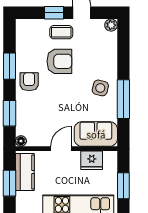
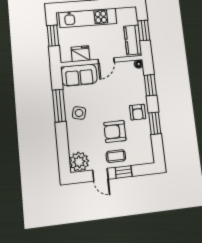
plant: (111, 25) -> (79, 162), width x1.88, depth x1.88

